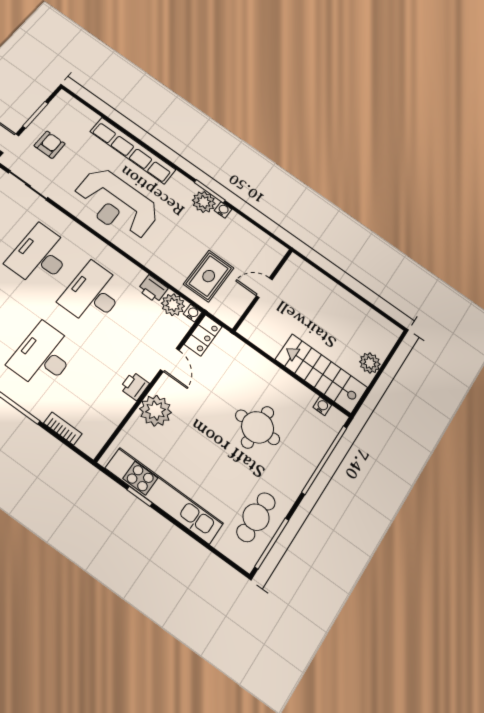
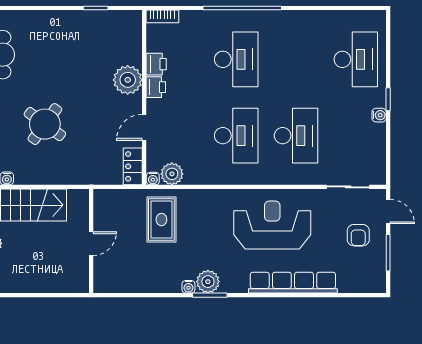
door: (264, 288) -> (91, 244), moved
printer: (153, 289) -> (156, 64), moved, turned 90
wall: (263, 290) -> (91, 241), moved
door: (170, 360) -> (144, 127), hinge flipped
round table: (258, 427) -> (45, 124), turned 36
bookcase: (63, 429) -> (162, 16), moved
kitchen unit: (164, 496) -> (79, 21), removed

